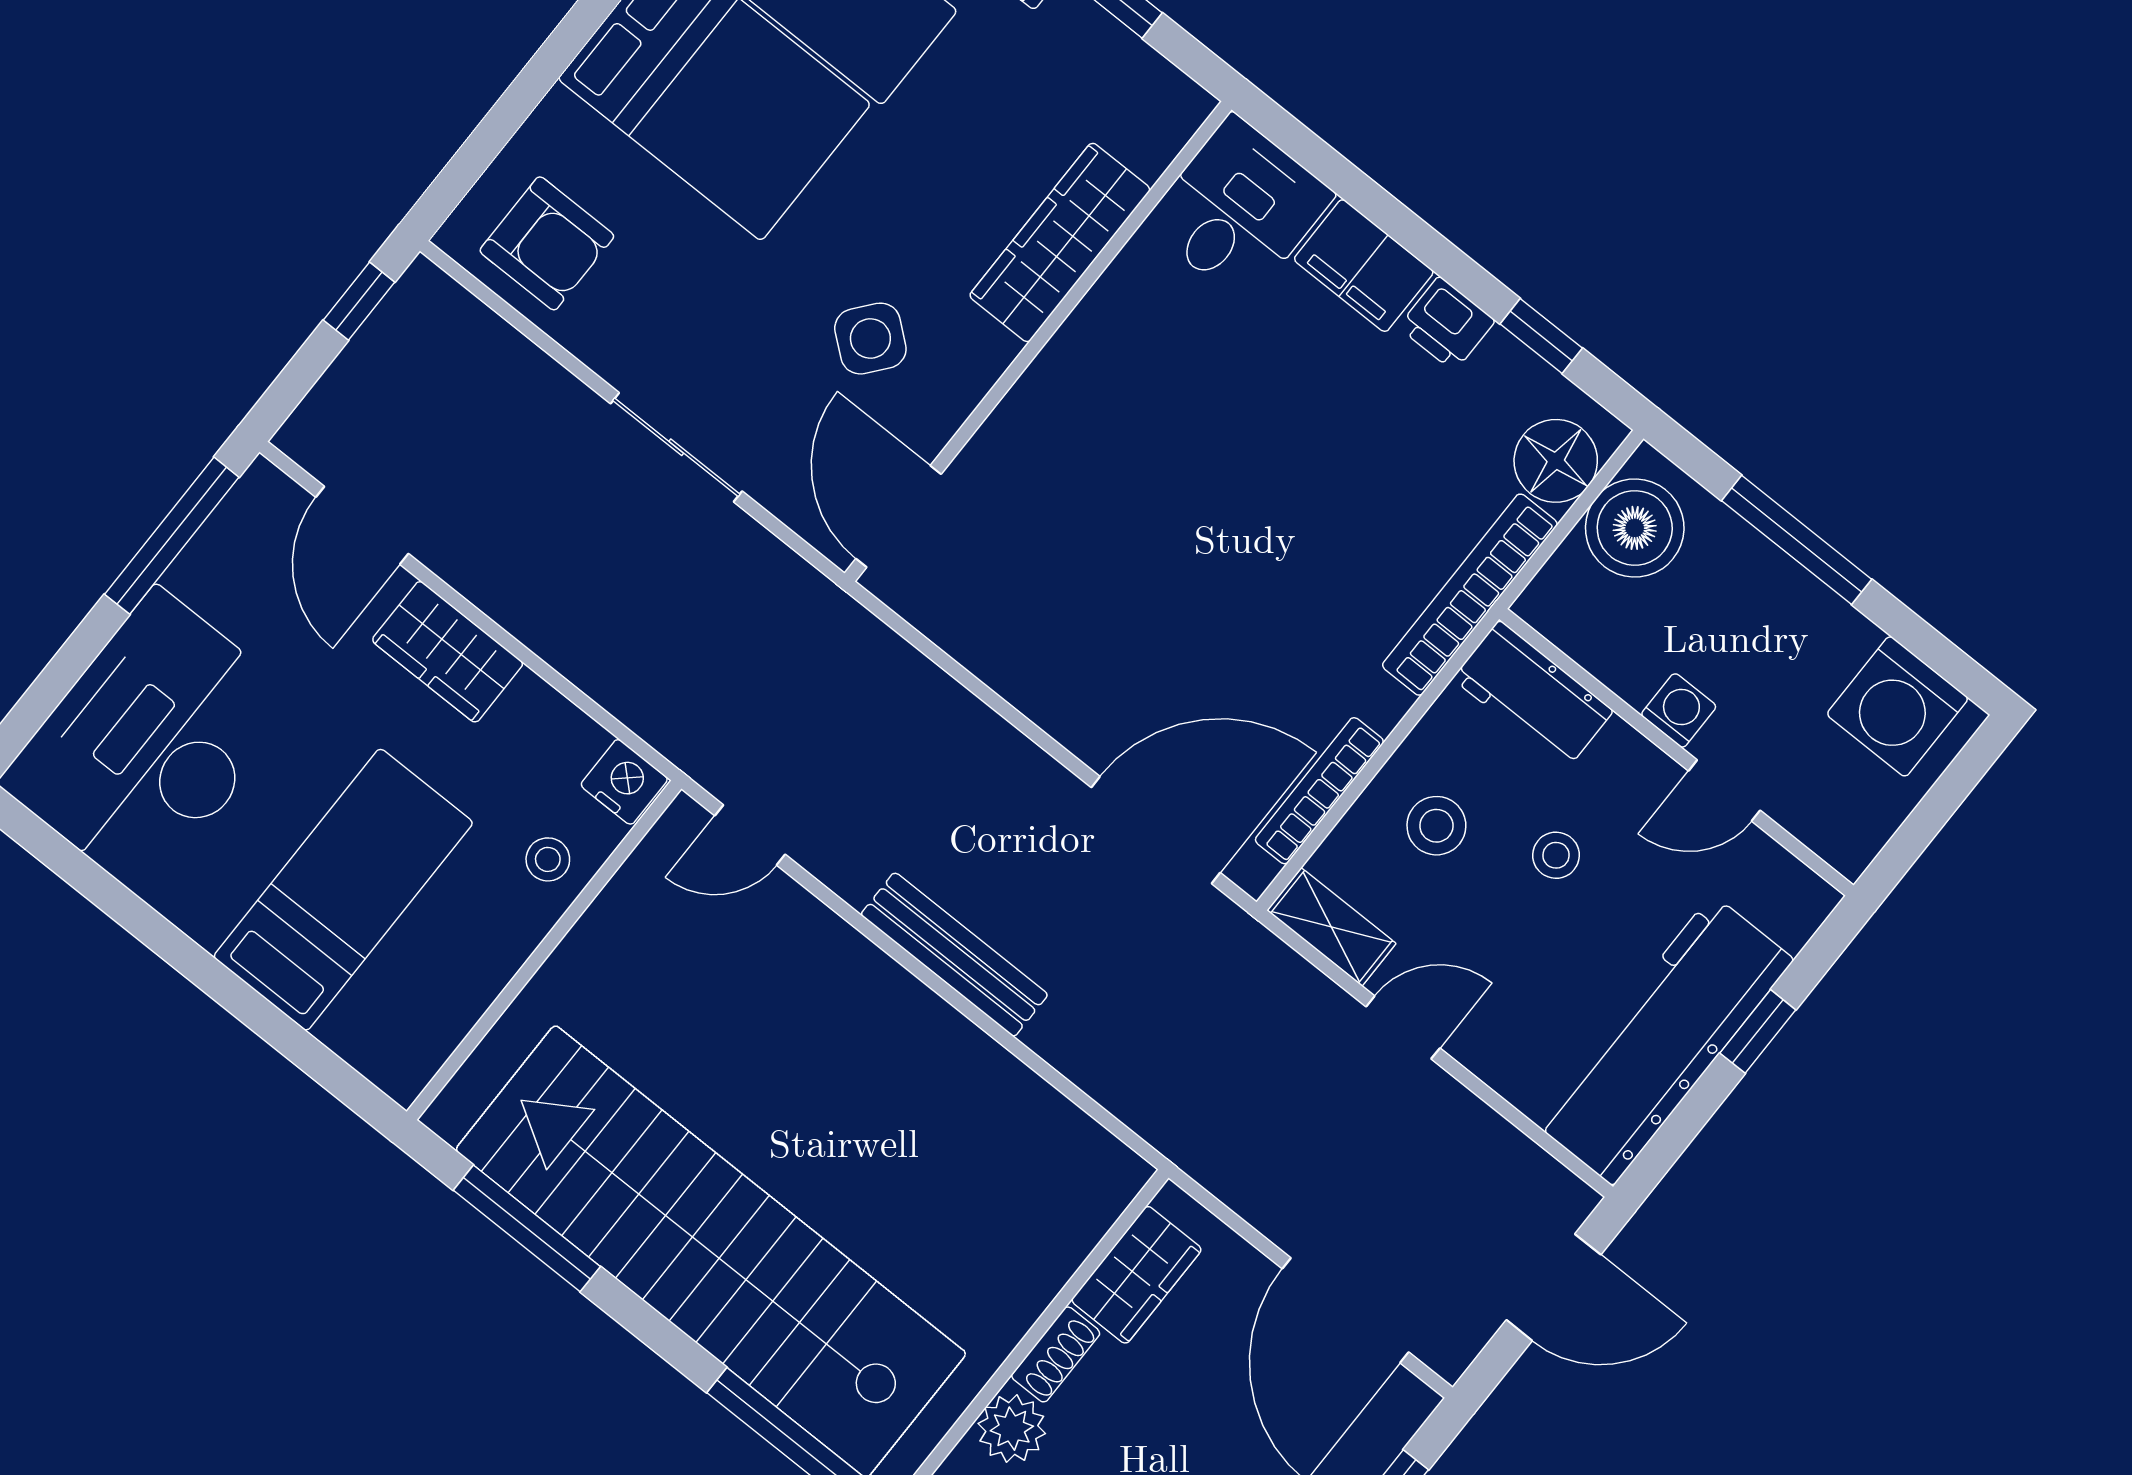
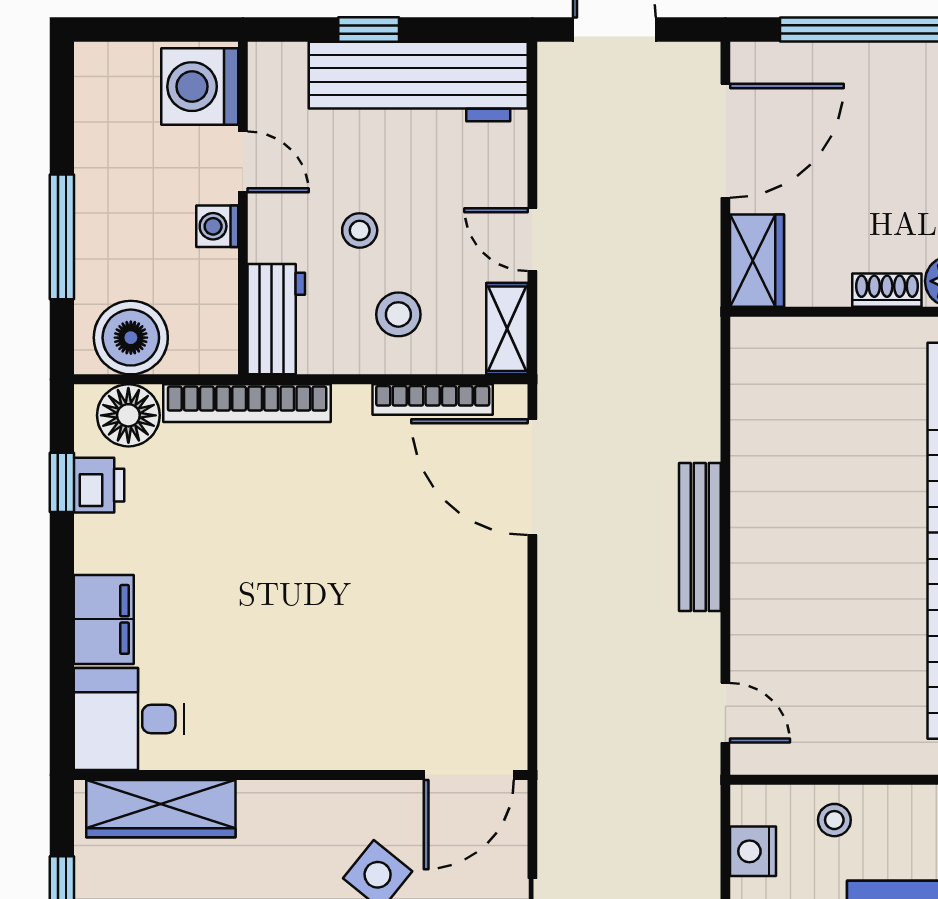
wardrobe: (1060, 242) -> (161, 809), moved
printer: (1447, 324) -> (99, 485), moved
washing machine: (1898, 706) -> (200, 87), moved, turned 180
nightstand: (624, 782) -> (753, 851), moved
wardrobe: (1136, 1275) -> (757, 261), moved, turned 90

